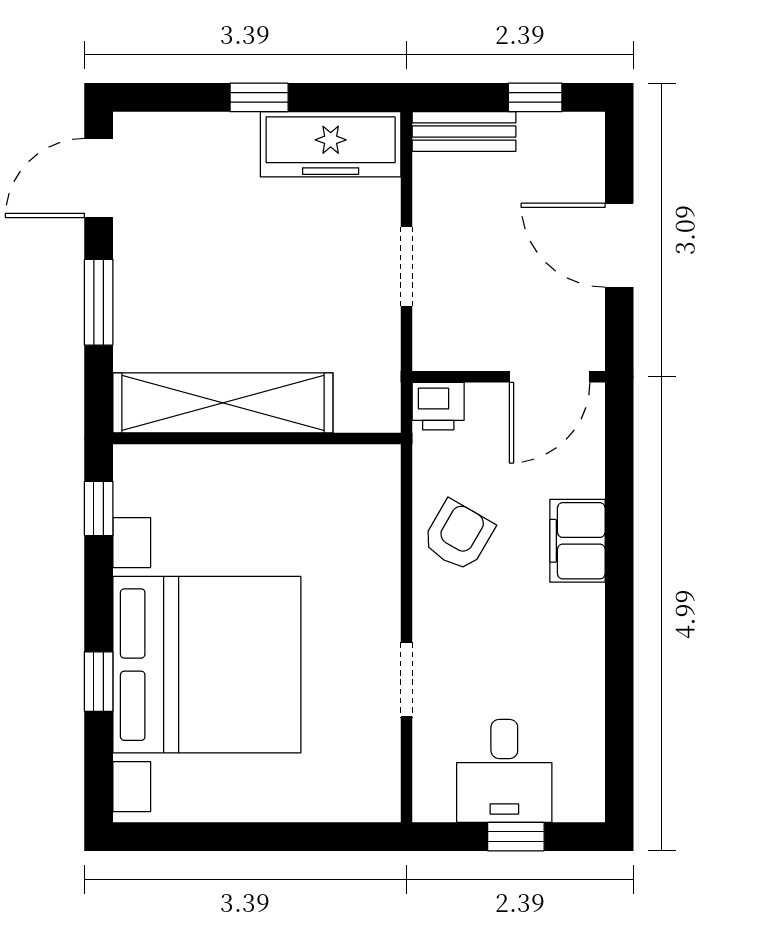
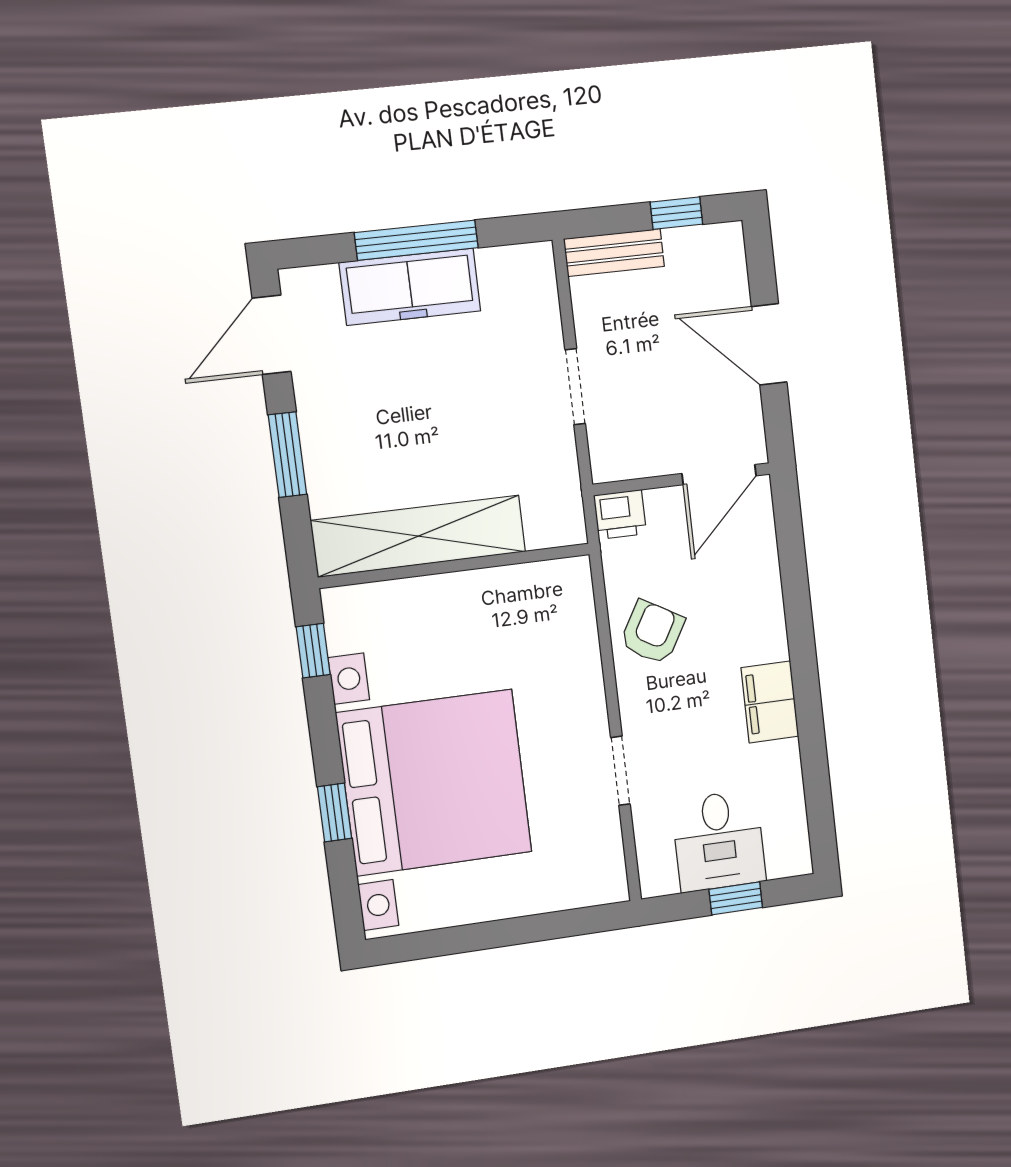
window: (259, 97) -> (416, 240), width x2.17
freezer: (331, 144) -> (410, 287), moved
filing cabinet: (577, 541) -> (770, 702), moved

